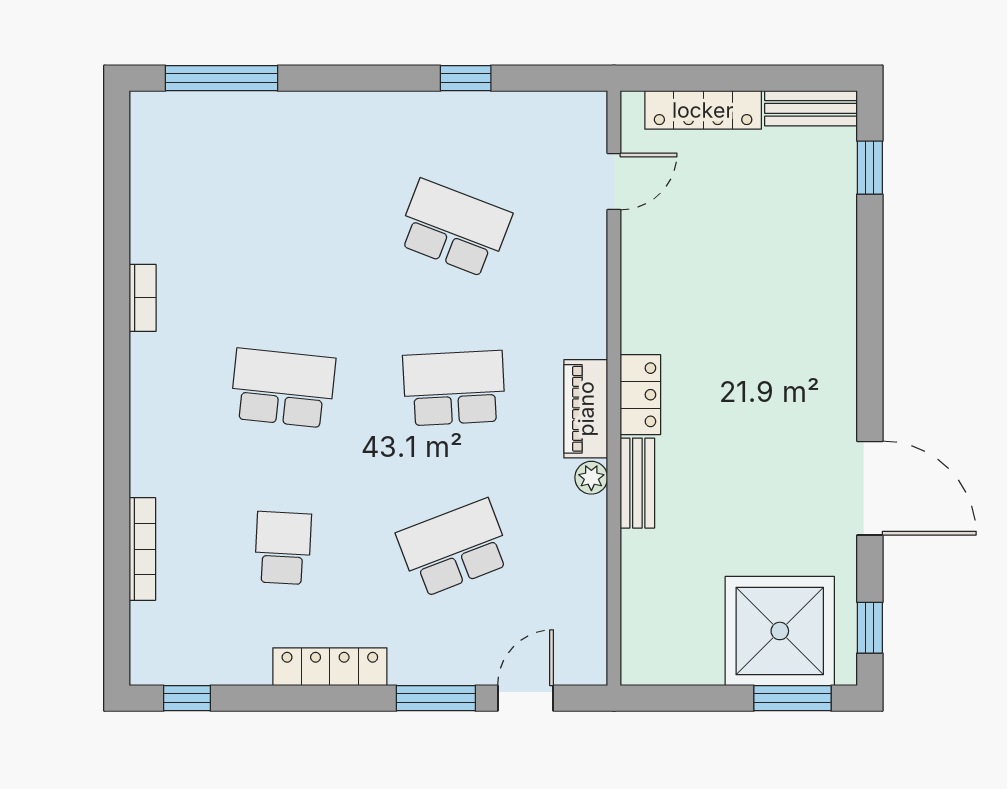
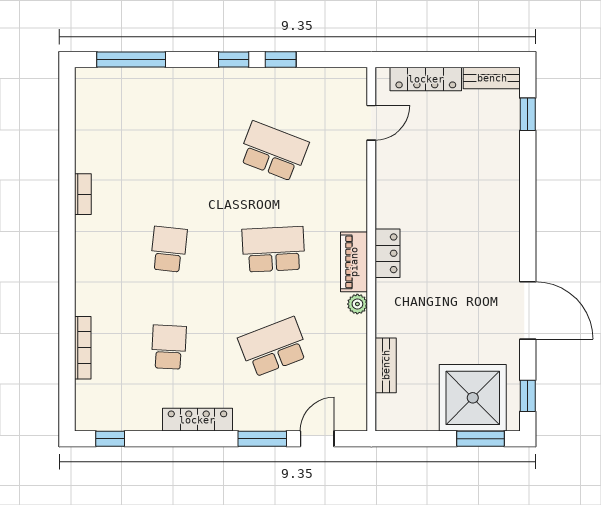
window: (389, 78) -> (234, 60), added
school desk: (283, 388) -> (169, 249), width x0.54
bench: (637, 483) -> (386, 365), moved

